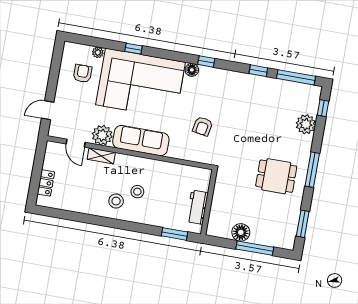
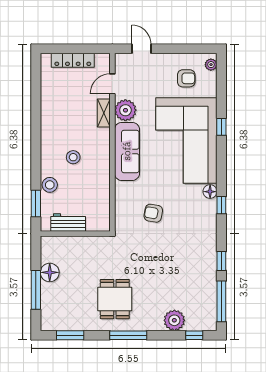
plant: (98, 52) -> (211, 65), moved
locker: (46, 183) -> (73, 60), width x1.53
stool: (116, 201) -> (50, 185), moved

